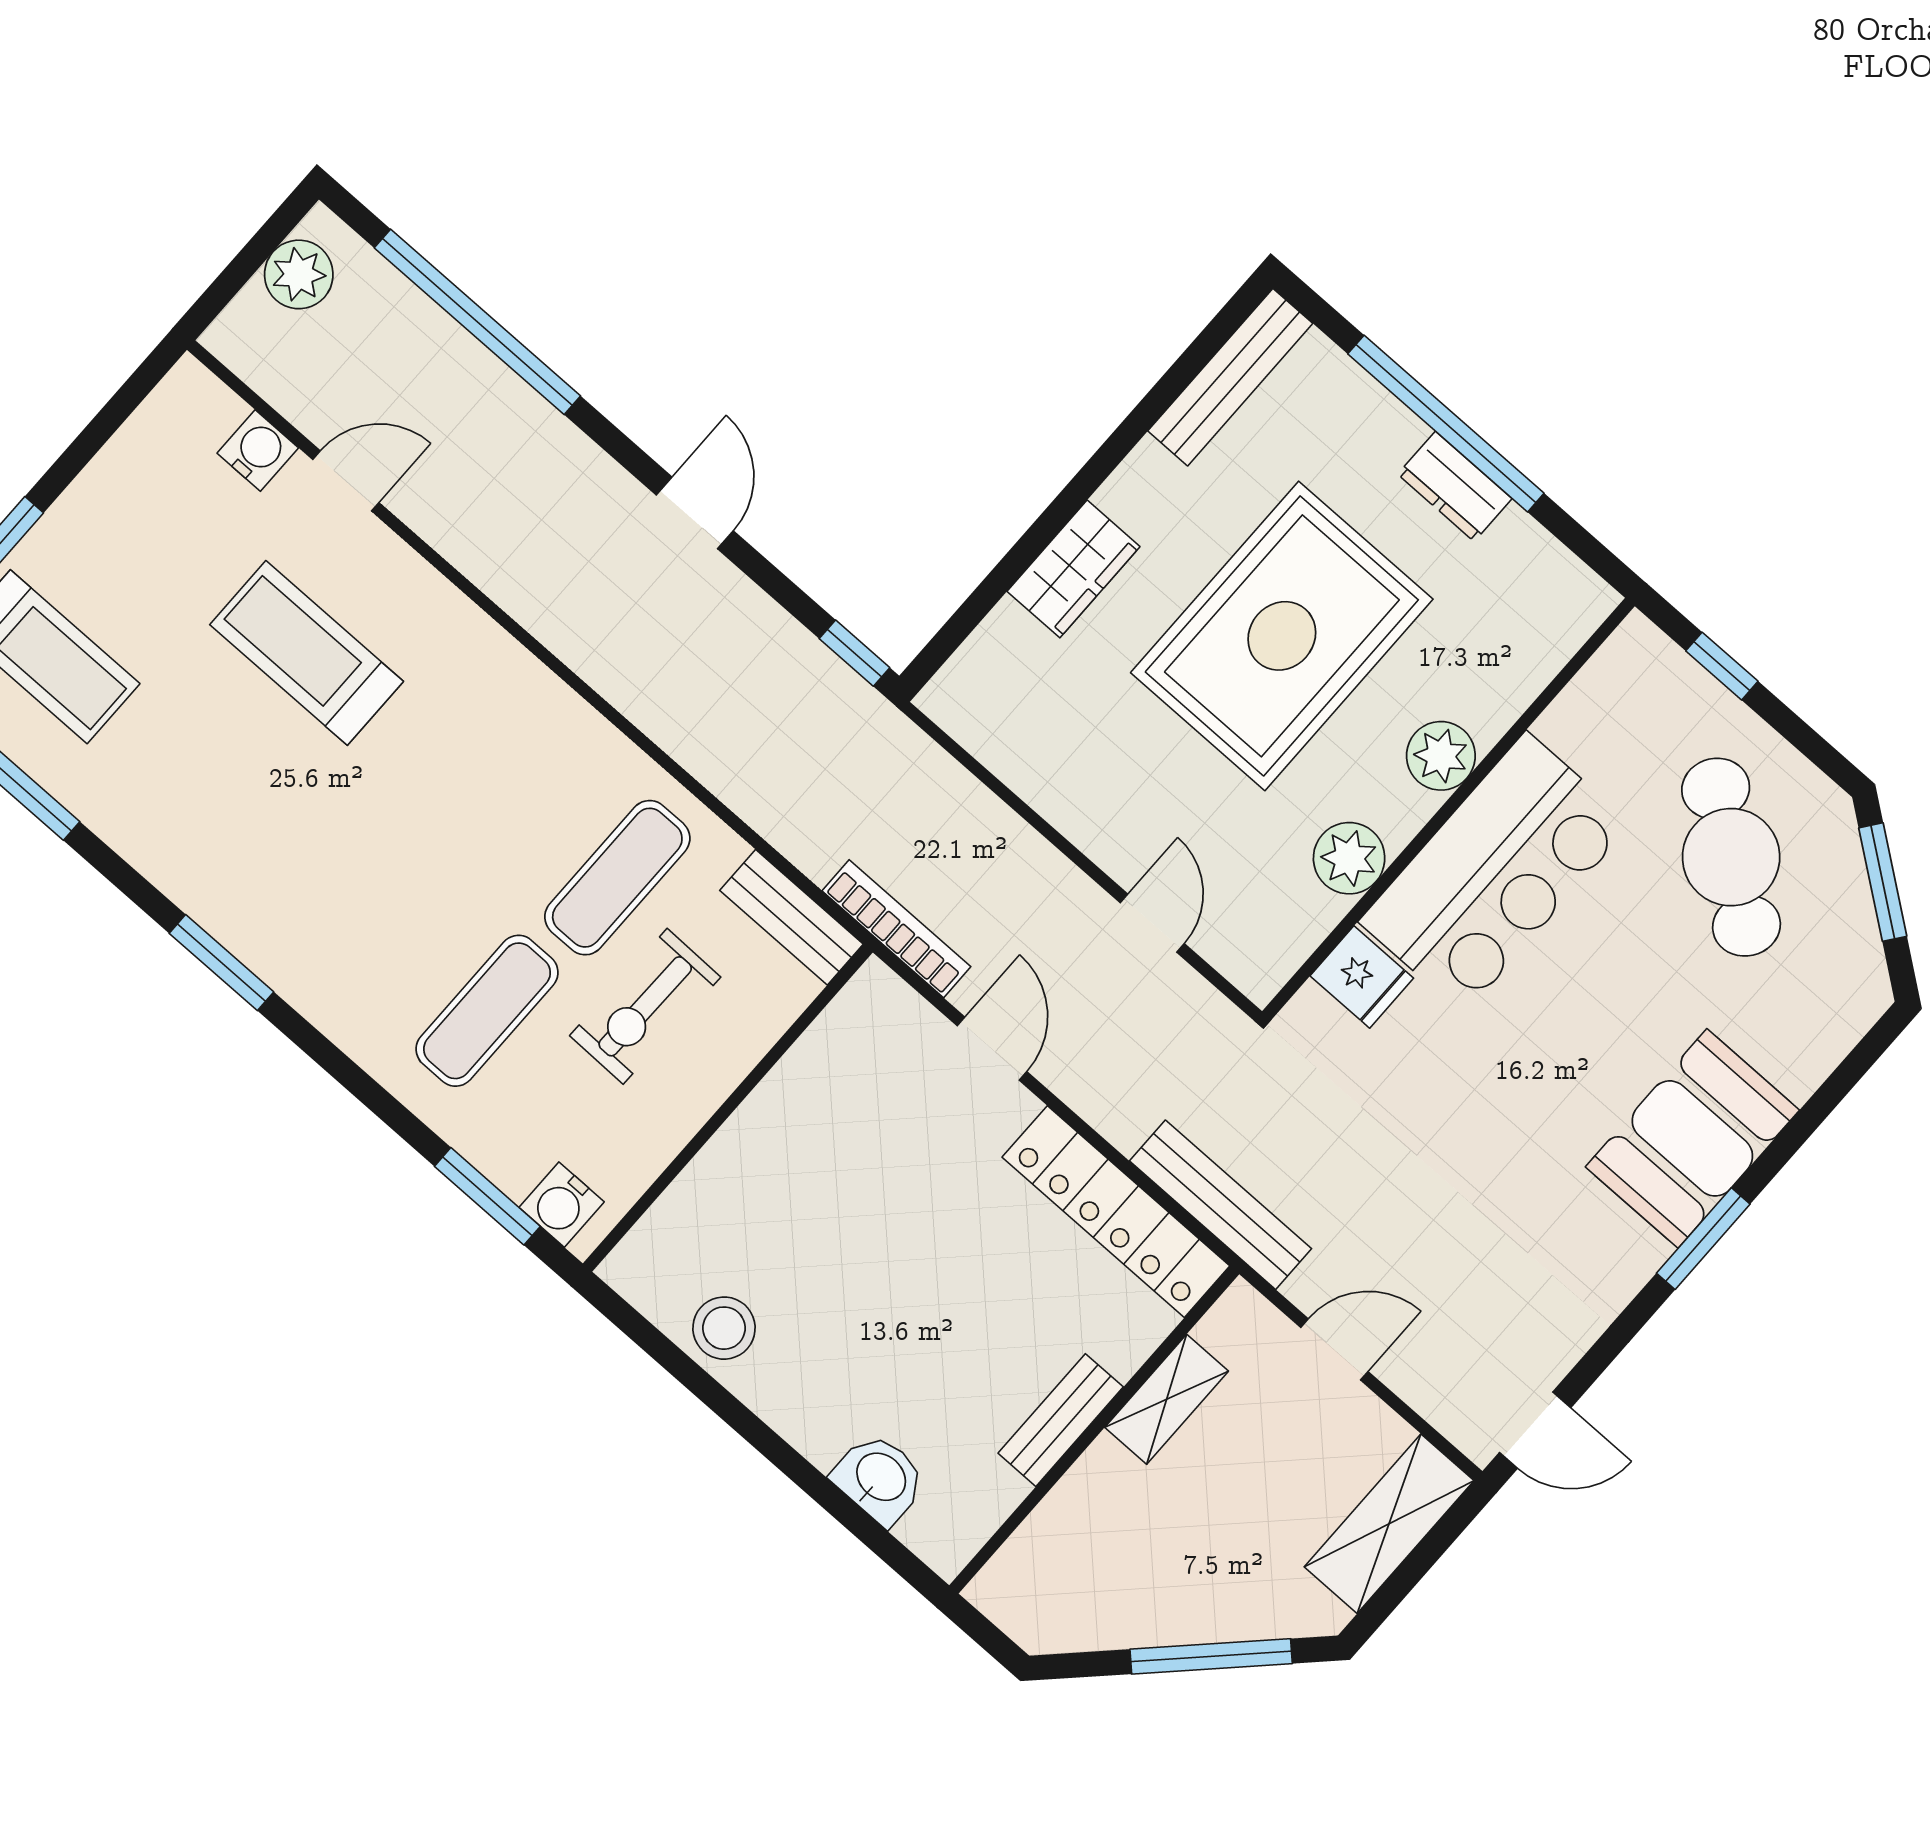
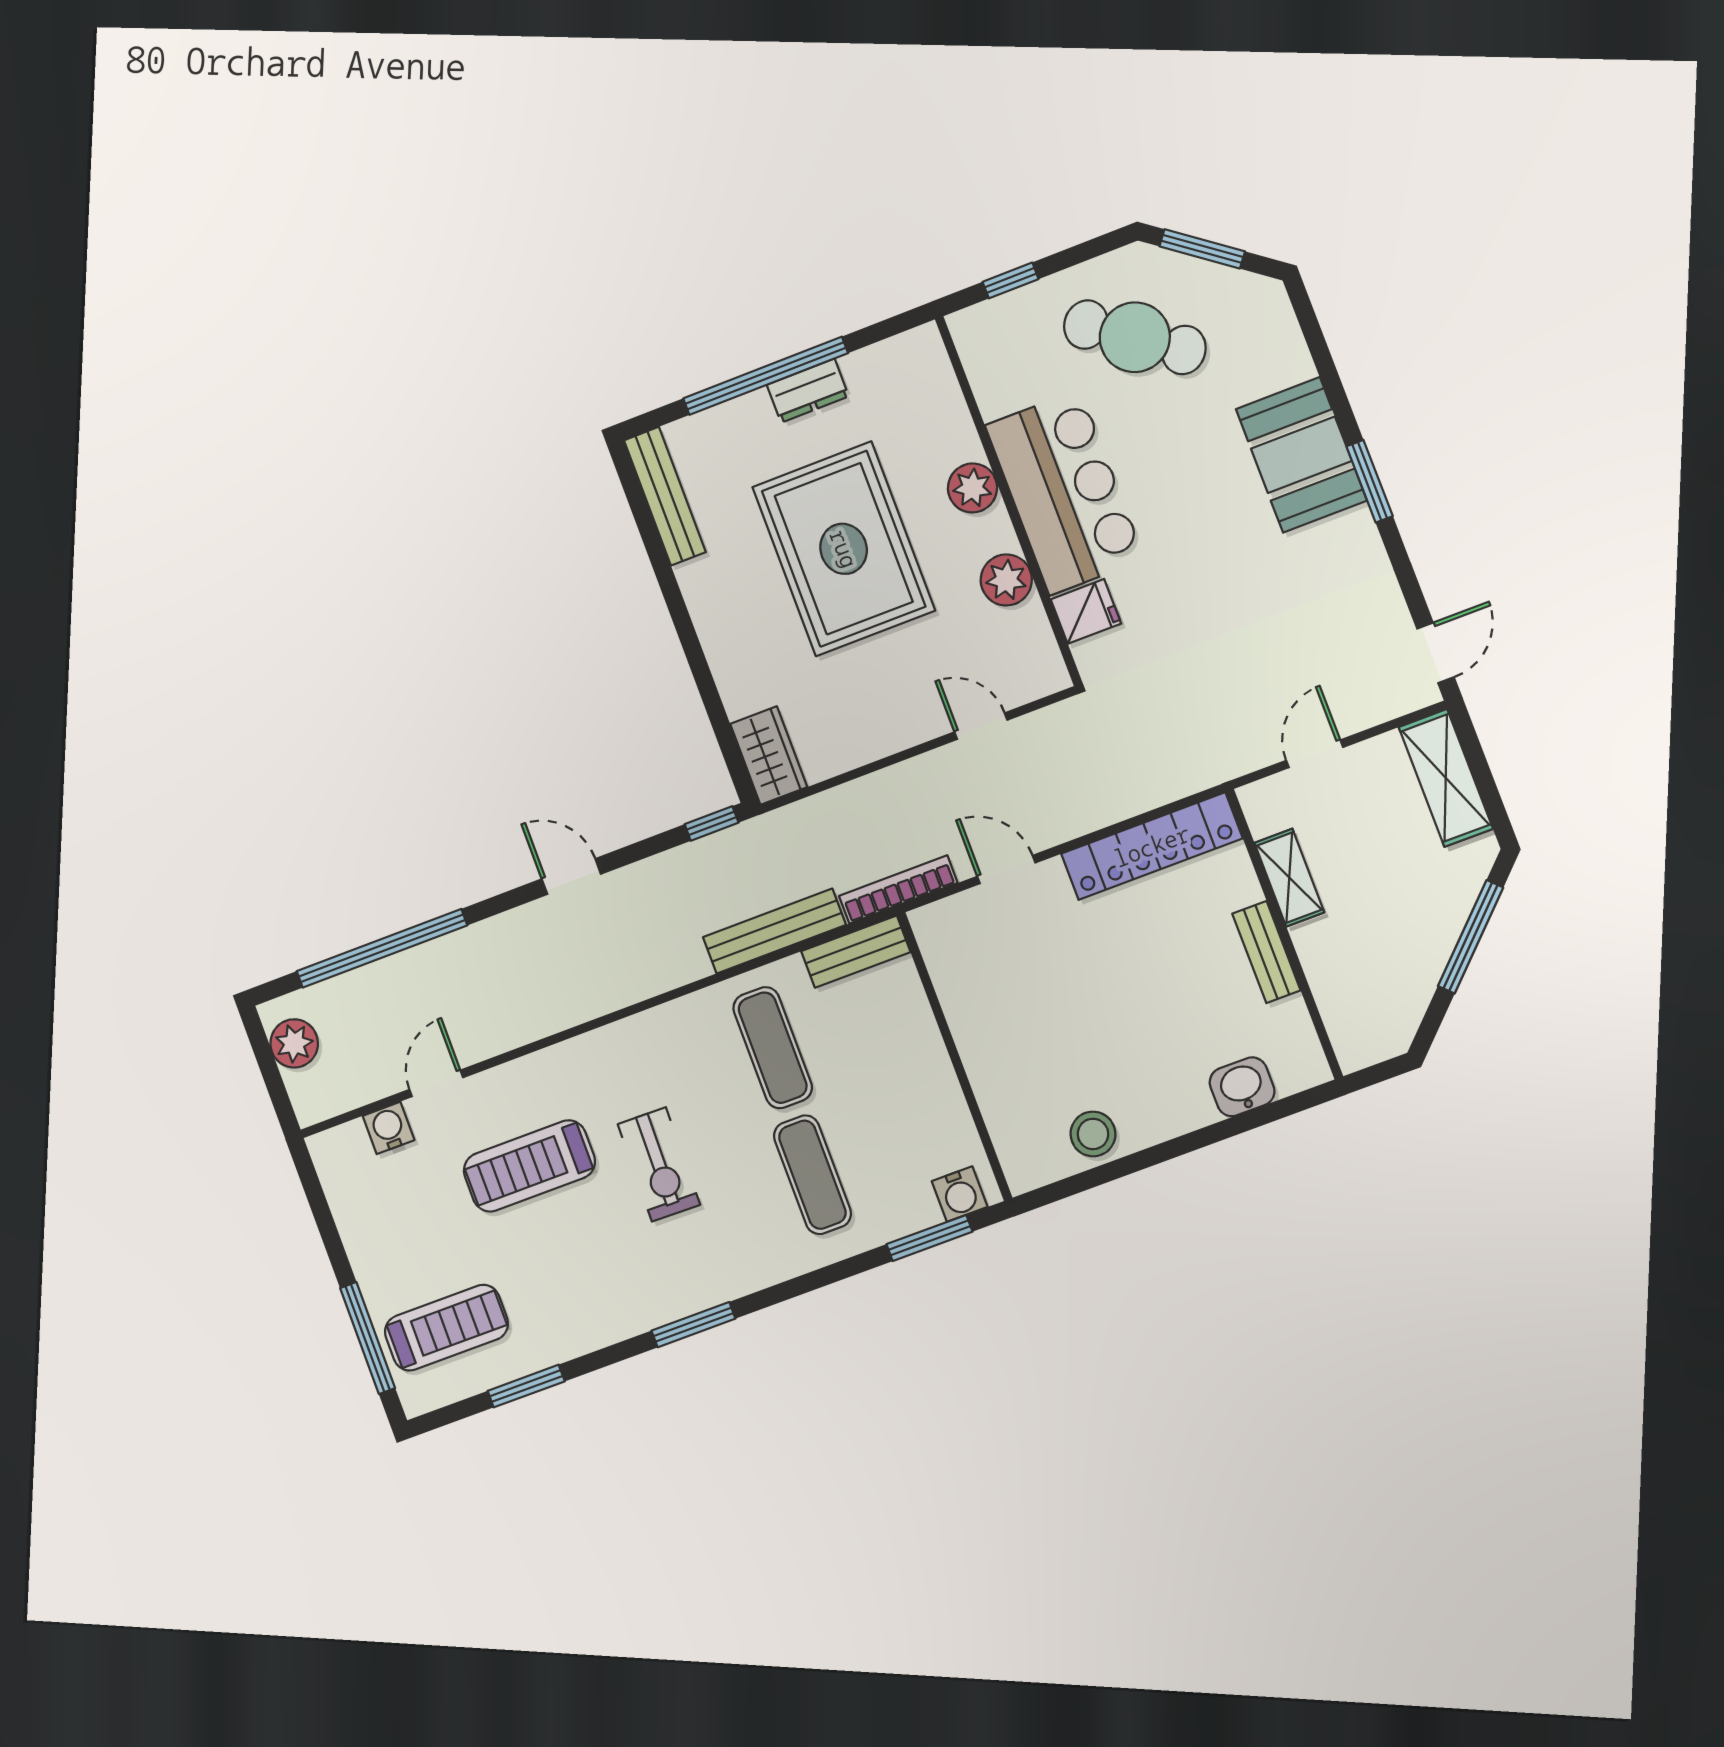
wardrobe: (1073, 569) -> (769, 756), moved
exercise bike: (645, 1006) -> (659, 1164), moved
bench: (1220, 1205) -> (774, 931), moved

